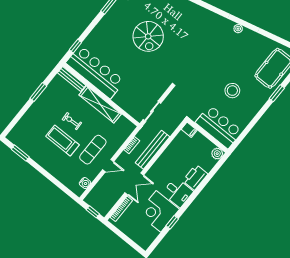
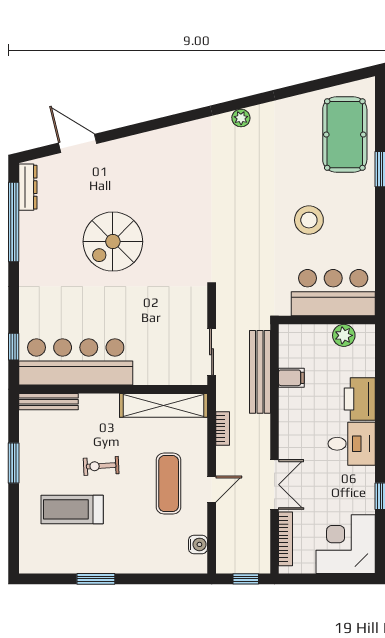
spiral stairs: (148, 36) -> (113, 242), turned 90
shelving: (100, 104) -> (163, 405), moved
filing cabinet: (189, 130) -> (291, 378), moved
treadmill: (62, 141) -> (72, 509), moved
bench: (152, 150) -> (260, 372), moved
window: (20, 153) -> (96, 579), moved
plant: (217, 154) -> (344, 335), moved
corner desk: (158, 211) -> (346, 544), moved, turned 90

